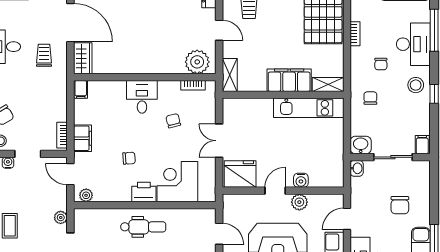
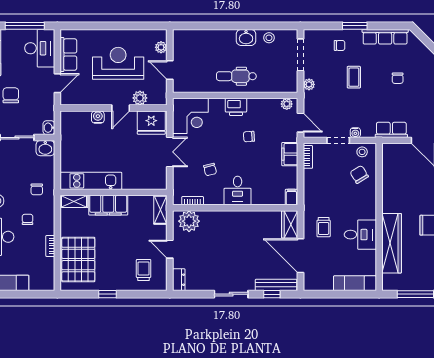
corner desk: (177, 182) -> (190, 116), moved
plant: (299, 202) -> (140, 98), moved

